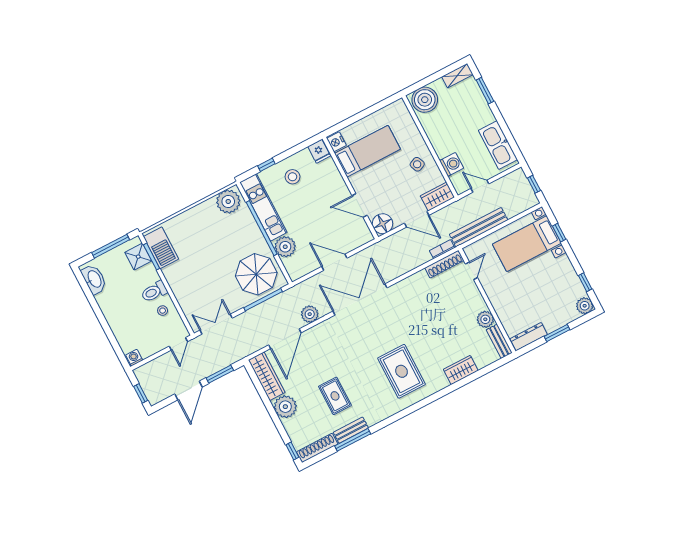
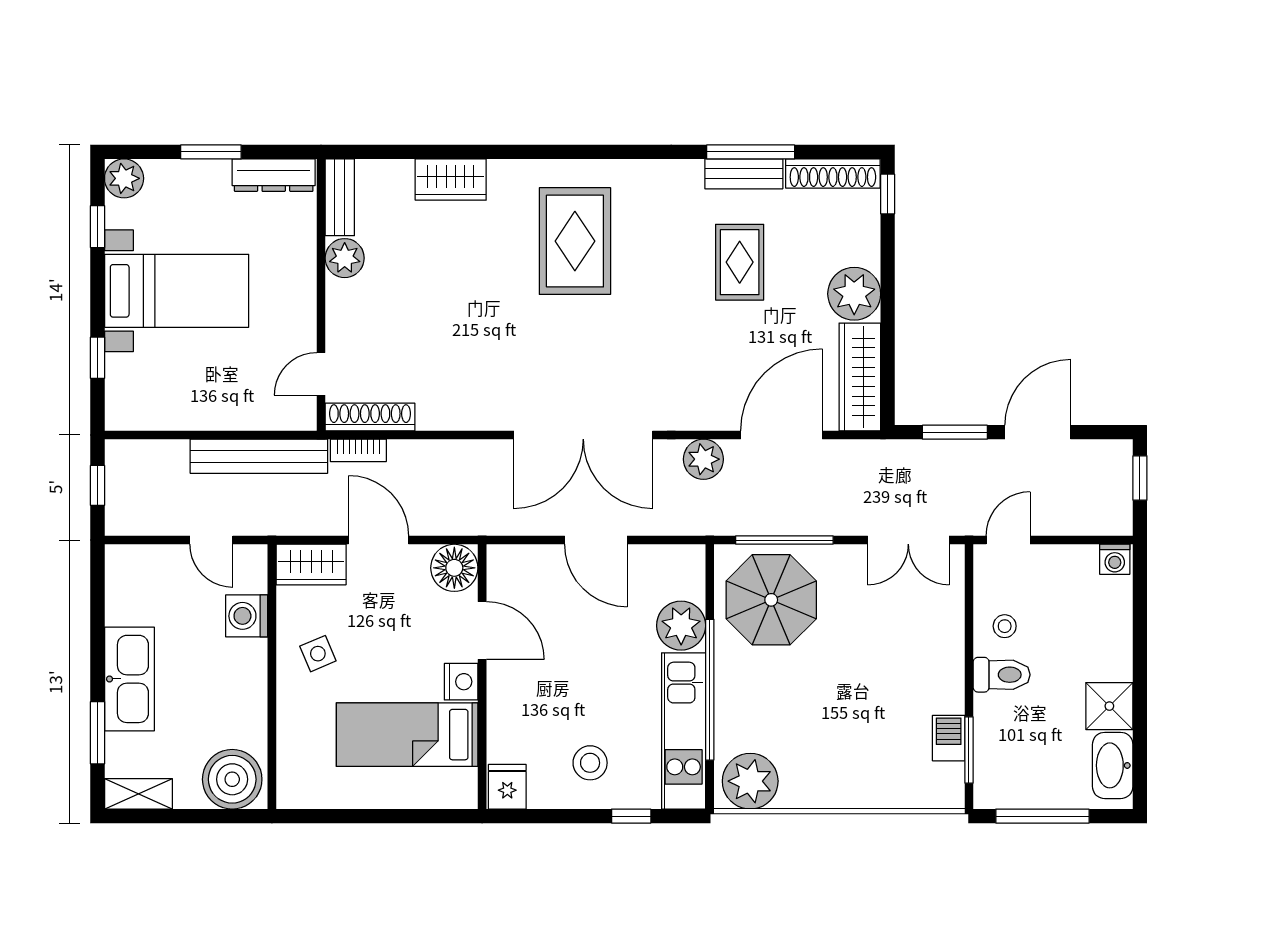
nightstand: (336, 142) -> (461, 682), moved
kitchen sink: (498, 145) -> (129, 679), moved
bed with nightstands: (527, 244) -> (177, 291), moved
barbecue: (161, 248) -> (949, 738), width x0.53, depth x0.65
shower: (138, 257) -> (1109, 706), moved

